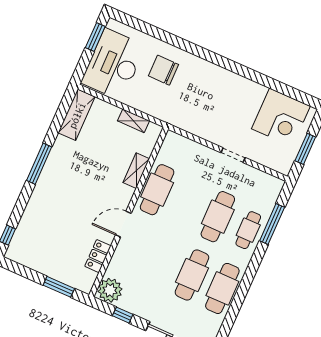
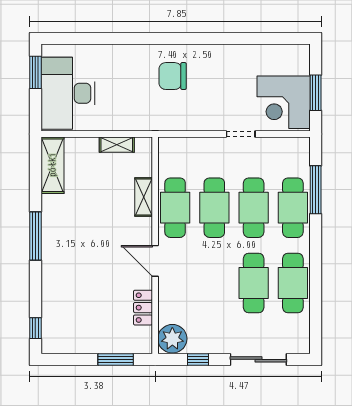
chair: (163, 70) -> (173, 76), moved
corner desk: (281, 117) -> (284, 102), moved, turned 90
cafe table: (187, 203) -> (214, 208), added
door: (123, 224) -> (155, 261), hinge flipped
cafe table: (248, 230) -> (293, 208), width x1.37, depth x1.35

